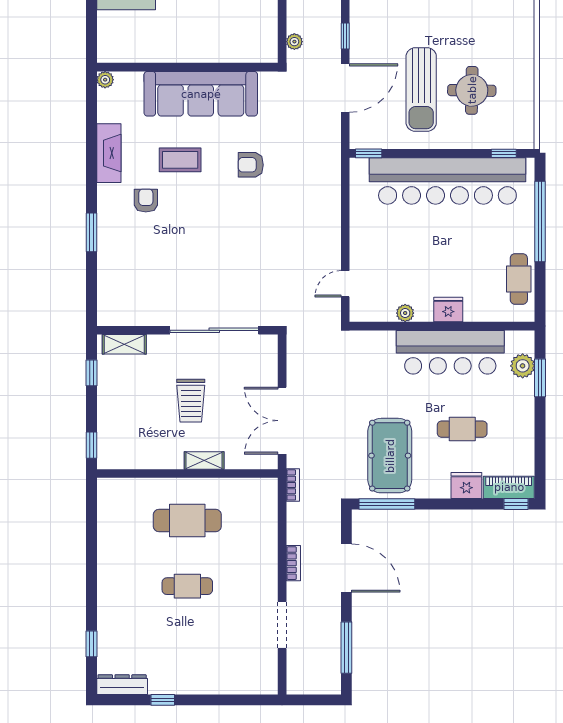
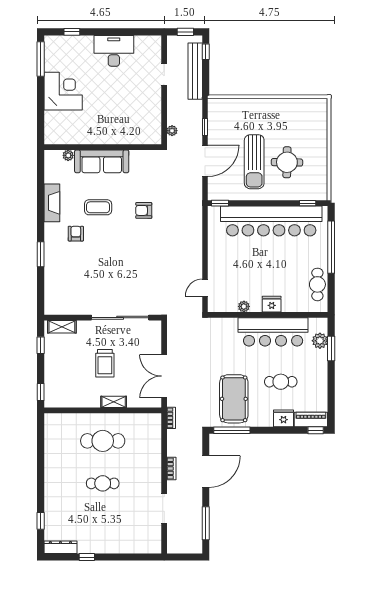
plant: (105, 80) -> (68, 155), moved
sofa: (201, 94) -> (102, 161), width x0.74, depth x0.79
door: (346, 568) -> (206, 472), hinge flipped

